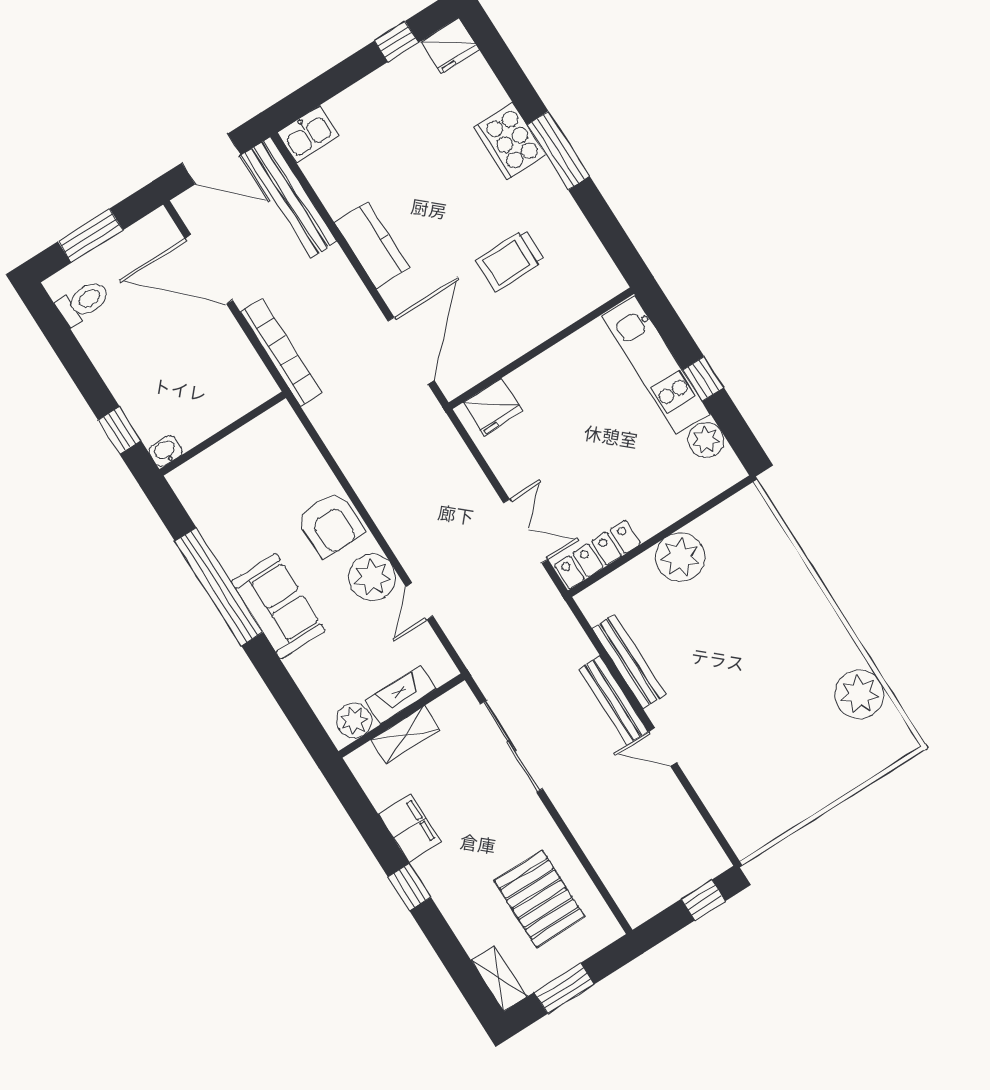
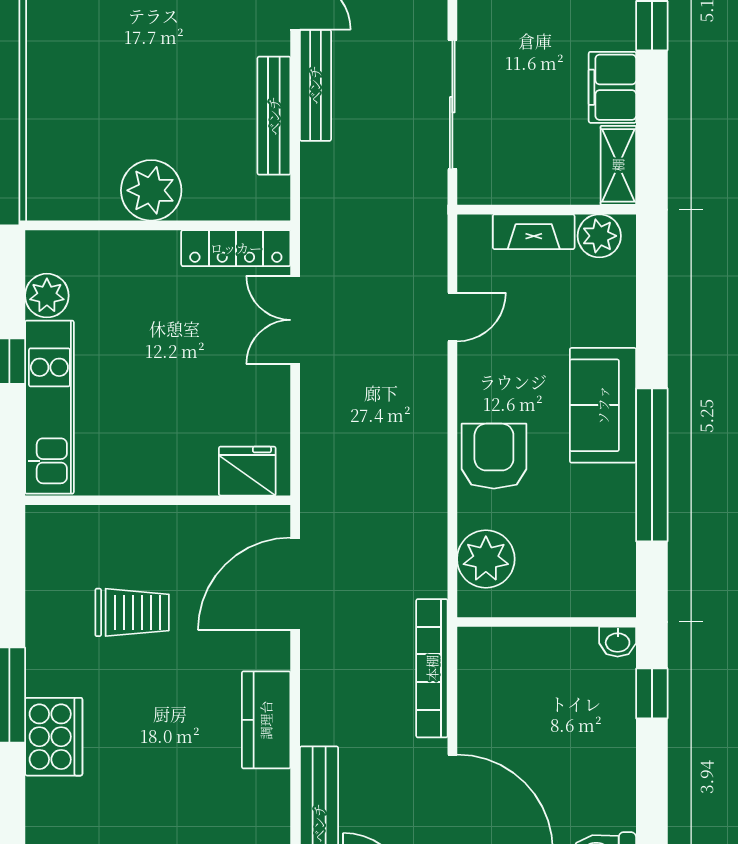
plant: (372, 577) -> (486, 559), moved
shelving: (405, 735) -> (618, 165), moved, turned 90

